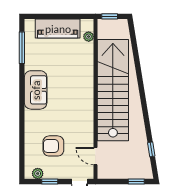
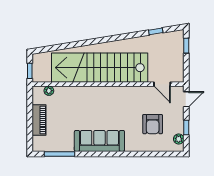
piano: (58, 29) -> (39, 120), width x0.73, depth x0.75
sofa: (36, 90) -> (99, 141), width x1.36
door: (95, 156) -> (162, 84), hinge flipped

